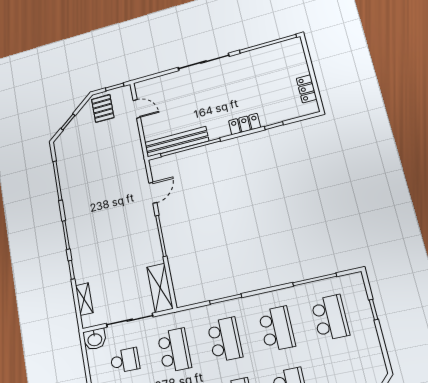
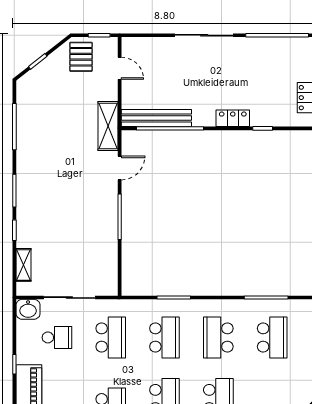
shelving: (160, 288) -> (108, 126), moved
school desk: (277, 329) -> (218, 337), turned 180

